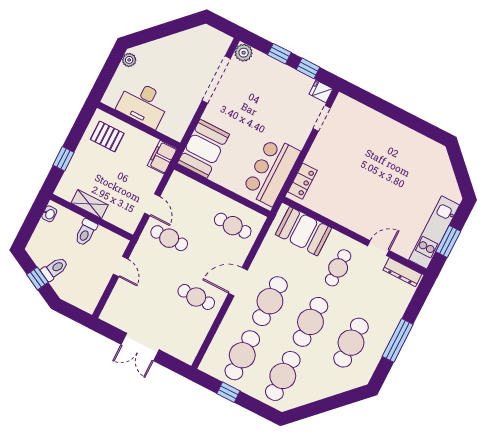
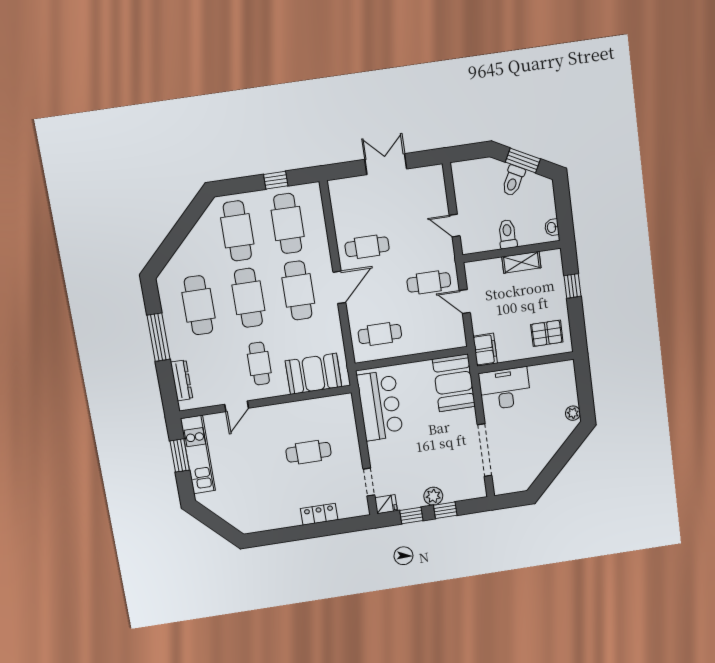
plant: (244, 53) -> (433, 496), moved
desk: (143, 104) -> (505, 389), moved
cafe table: (350, 174) -> (308, 452), added
locker: (302, 181) -> (319, 514), moved, turned 90
dresser: (402, 272) -> (182, 380), moved, turned 90
window: (37, 278) -> (523, 161), width x1.50

